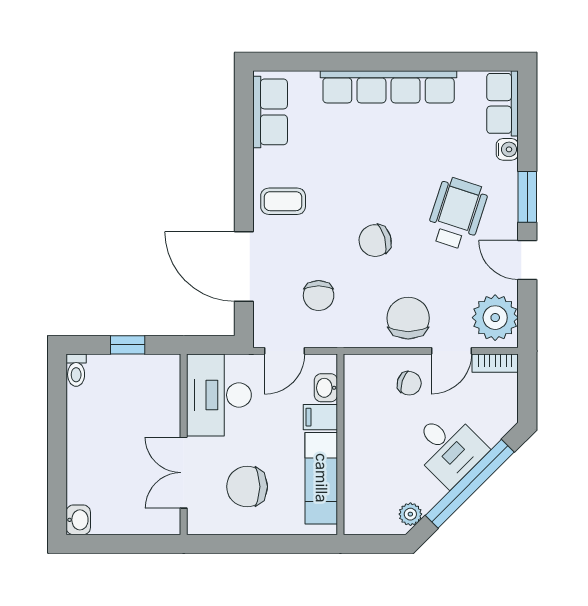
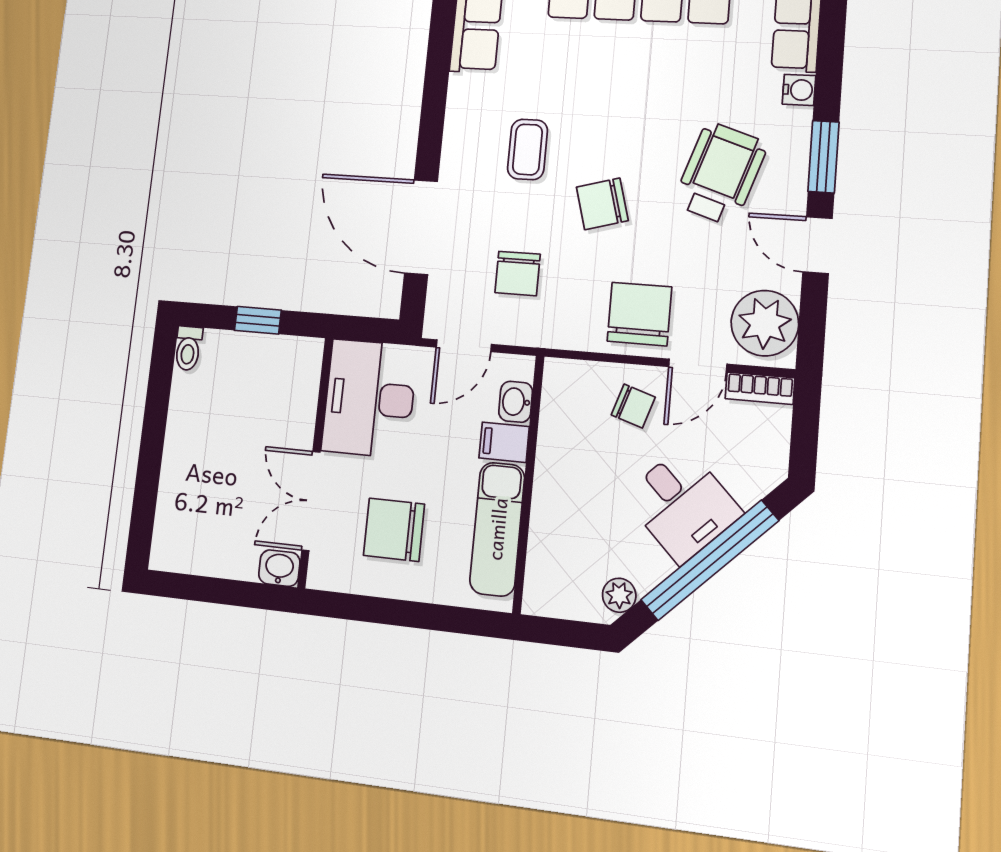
coffee table: (283, 201) -> (528, 149), moved, turned 90
washbasin: (78, 520) -> (279, 568), moved, turned -90

